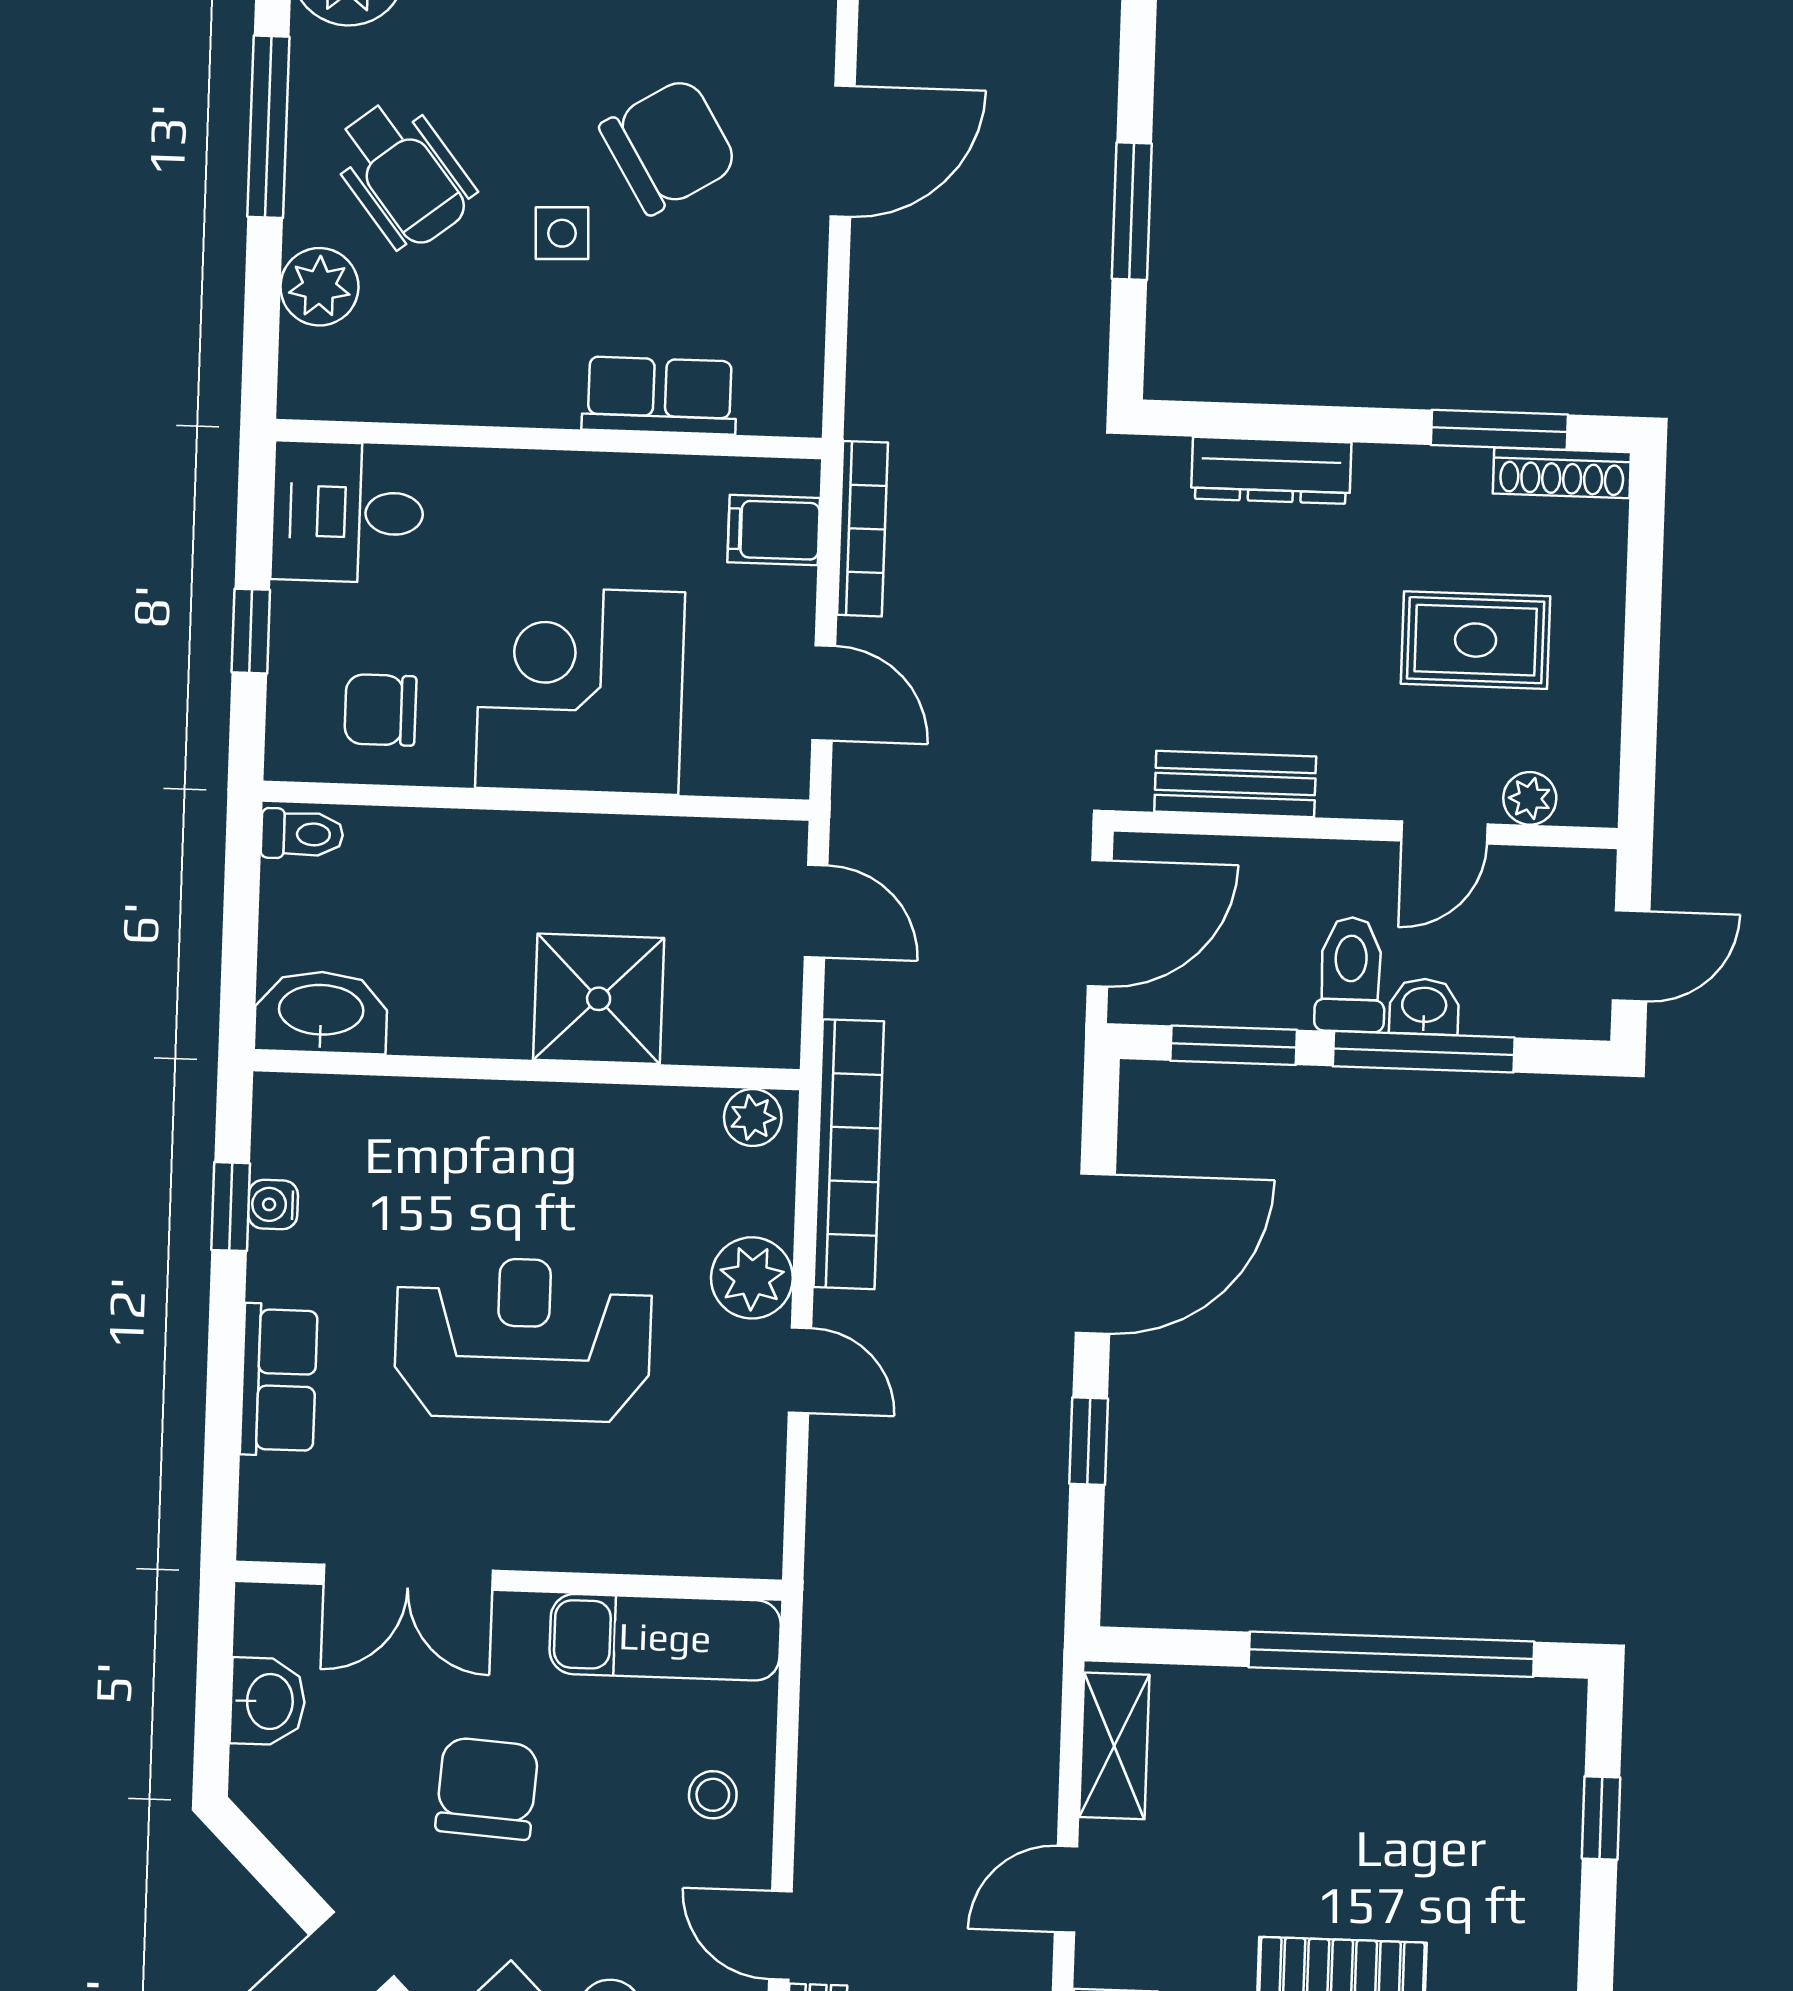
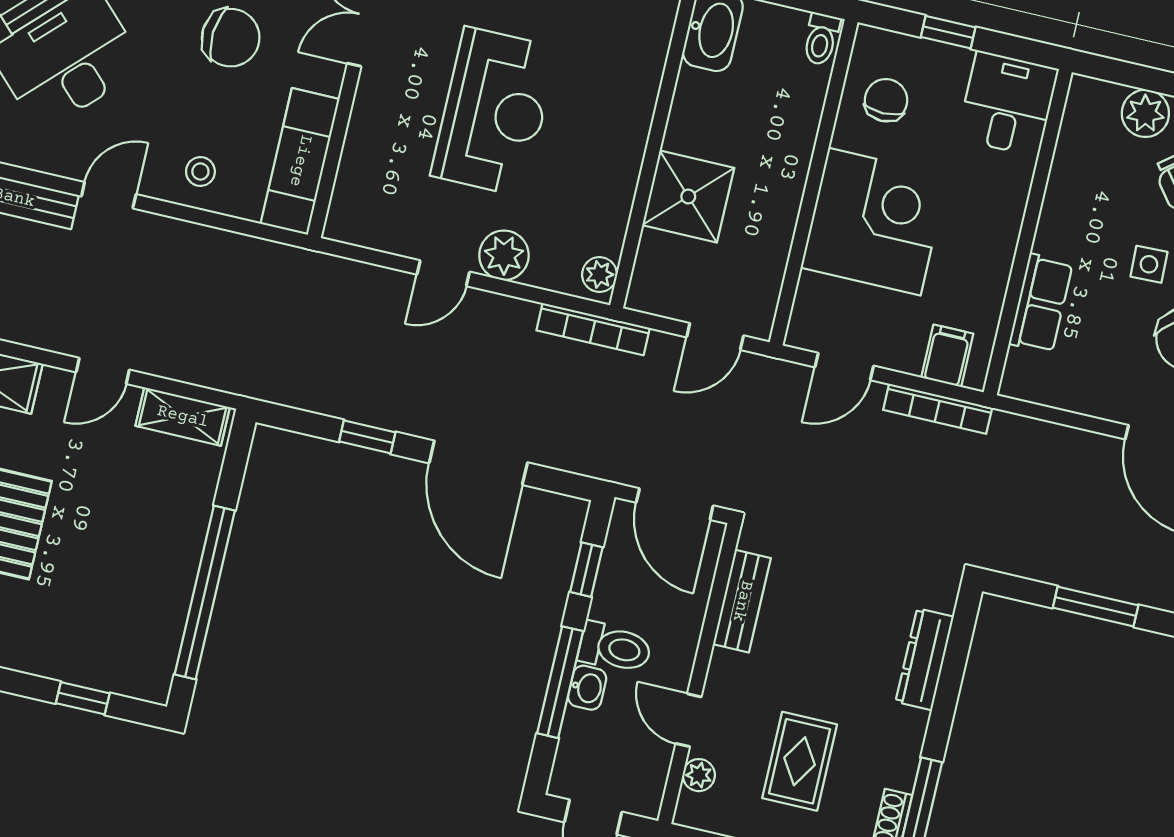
window: (1234, 1045) -> (586, 570), width x0.67
bookcase: (849, 1154) -> (593, 329), width x0.68, depth x0.76
door: (1066, 1889) -> (103, 371), swing flipped

